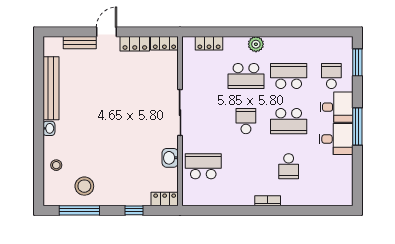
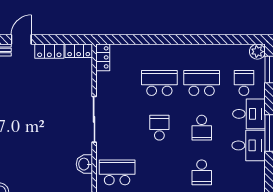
locker: (209, 43) -> (103, 57), moved, turned -90
plant: (256, 44) -> (257, 52), moved
school desk: (246, 76) -> (159, 83), turned 180
school desk: (289, 121) -> (202, 128), width x0.54

